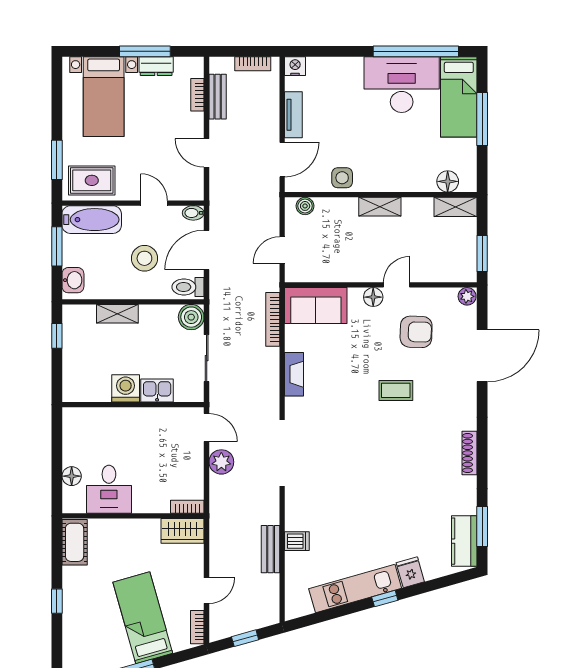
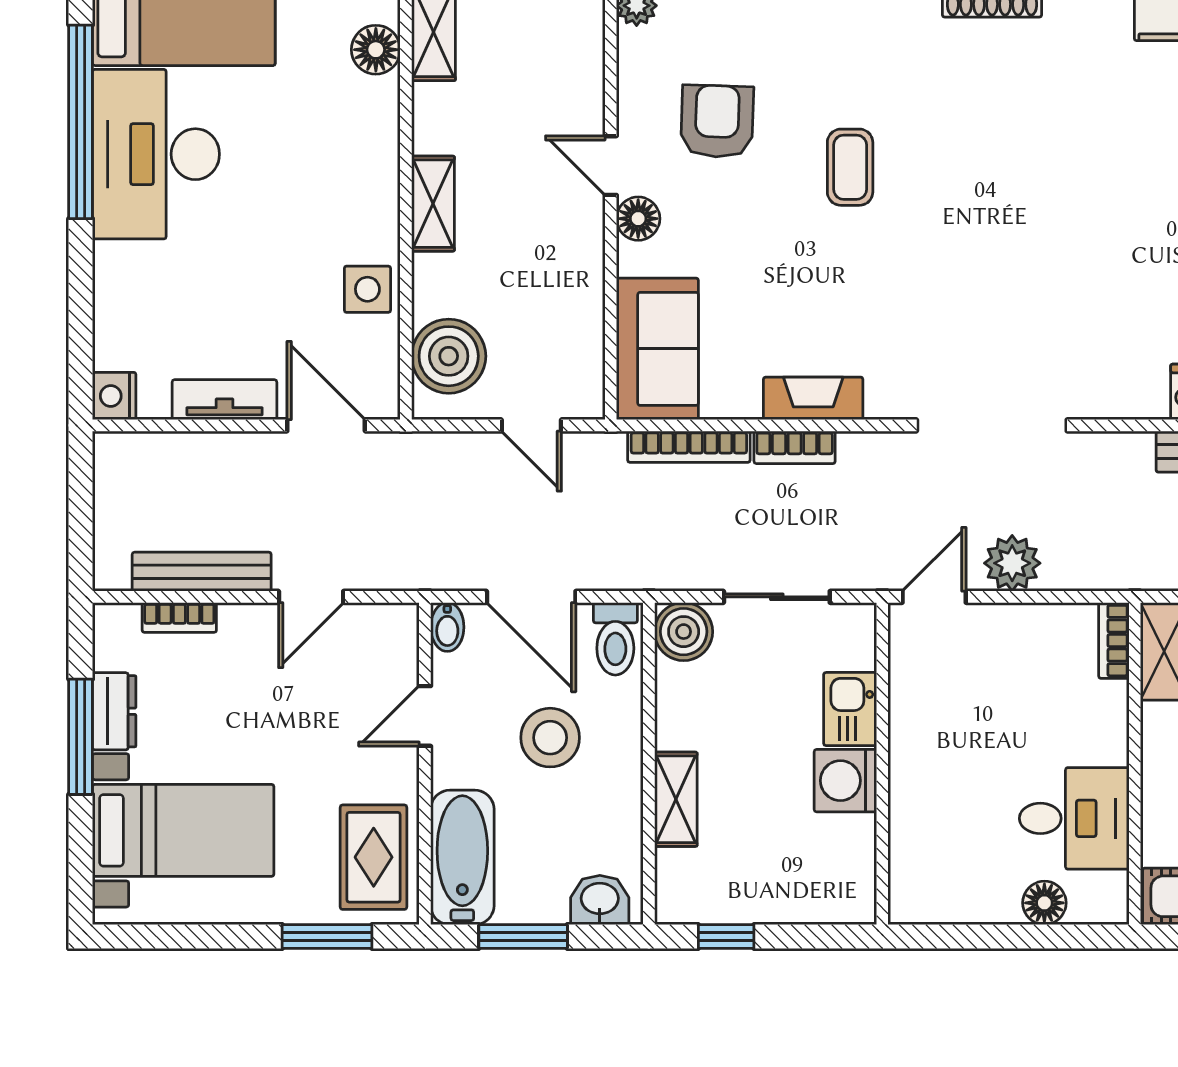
bookcase: (253, 64) -> (795, 447), moved, turned 90
bench: (218, 97) -> (202, 572), width x1.36
boiler: (305, 206) -> (449, 356), width x1.86, depth x1.86

